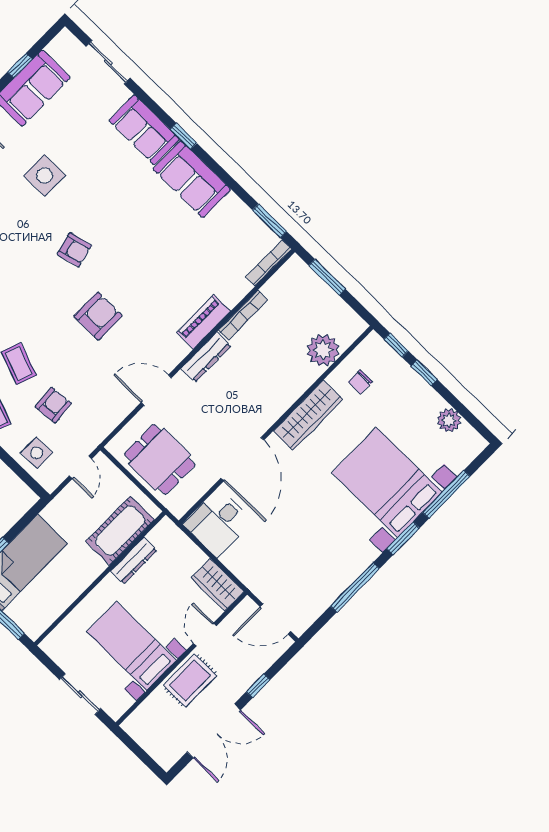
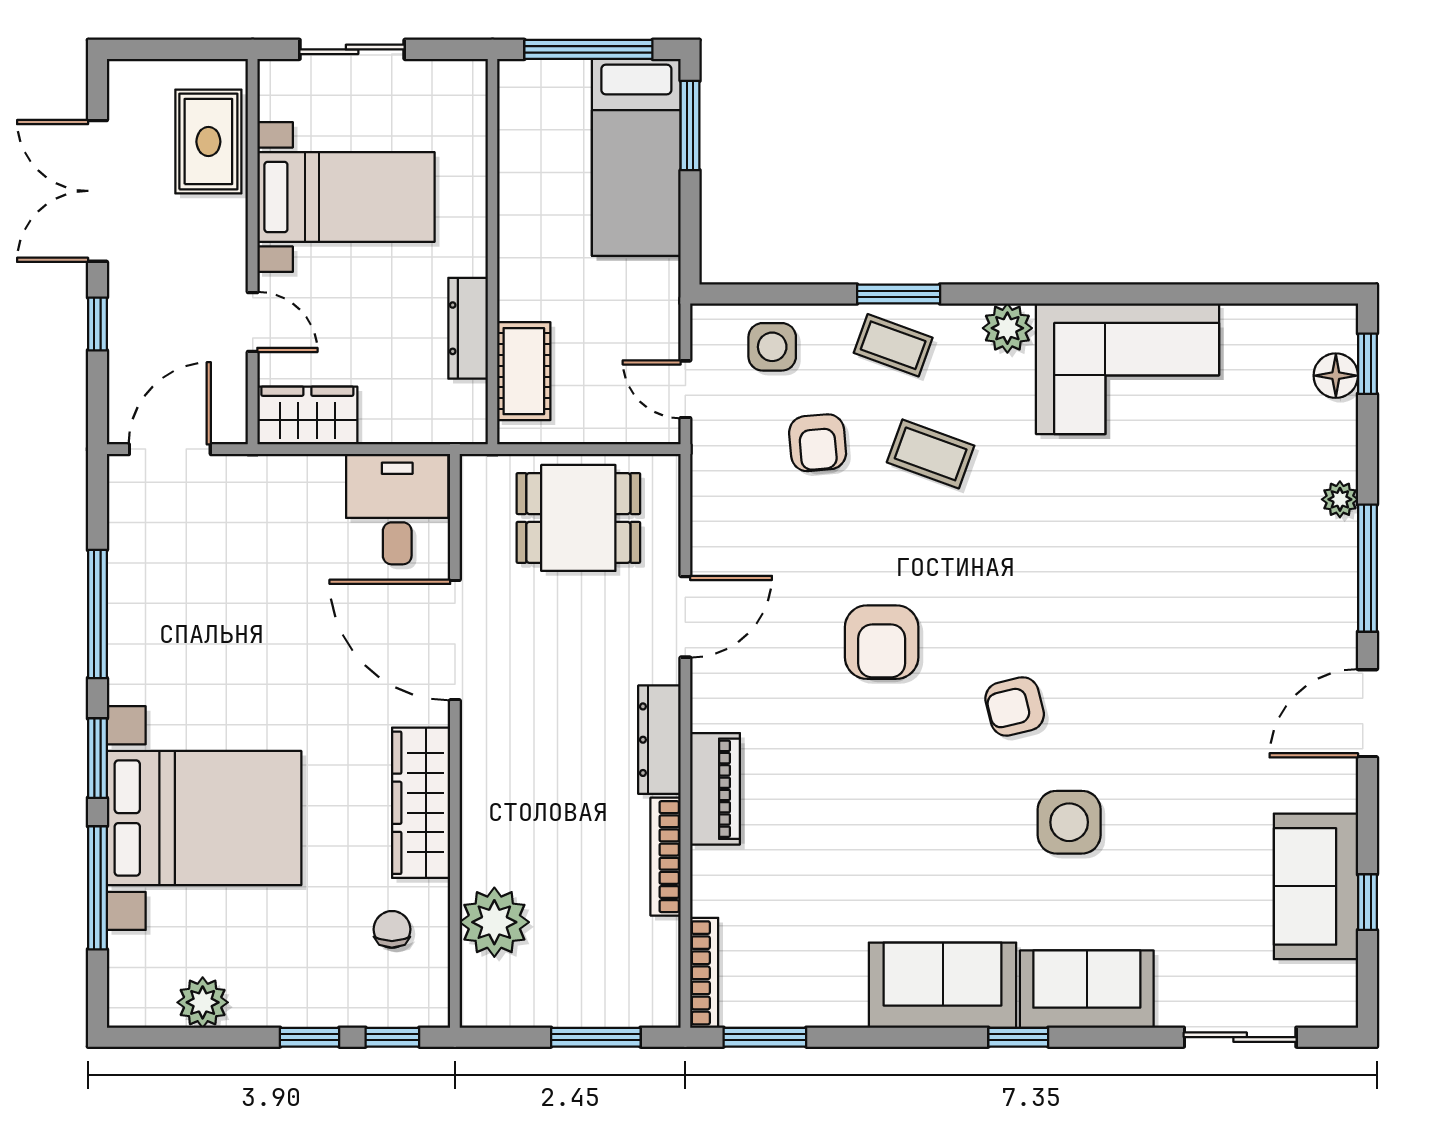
side table: (45, 176) -> (1069, 822), moved
cot: (120, 531) -> (524, 371), width x0.73, depth x0.75
rug: (190, 680) -> (208, 142), moved

